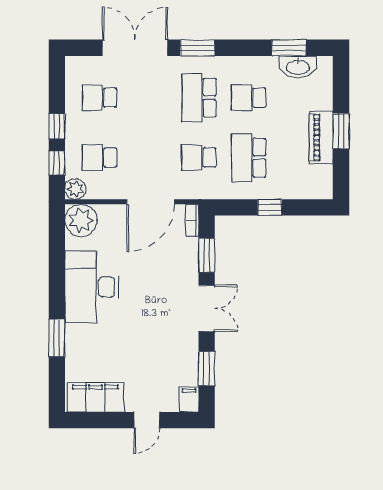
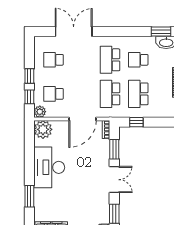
window: (197, 48) -> (109, 31), removed
school desk: (199, 158) -> (110, 94), width x1.85
window: (270, 207) -> (136, 122), moved

